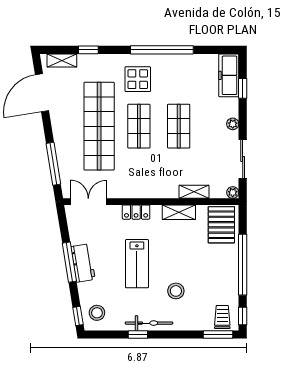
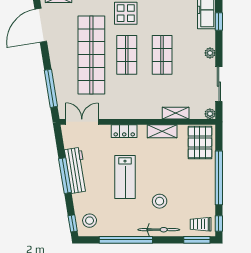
workbench: (83, 263) -> (76, 170), width x1.38
trolley: (222, 317) -> (201, 224), turned -90
bicycle: (149, 323) -> (159, 230), moved
window: (138, 334) -> (126, 240), width x3.17

